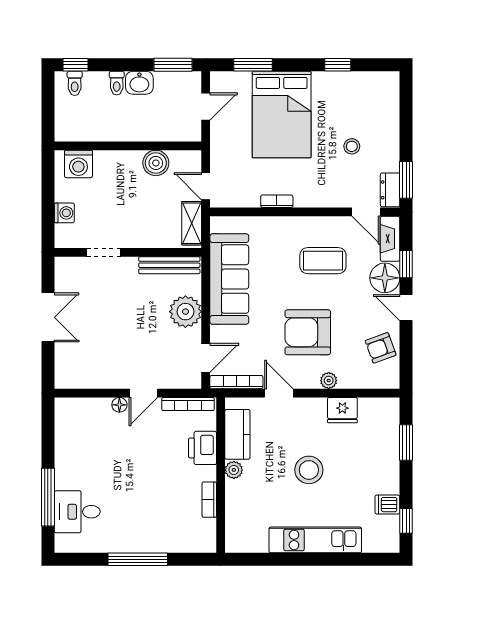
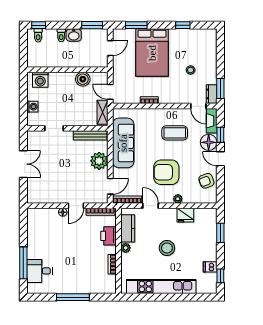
kitchen unit: (315, 540) -> (161, 286), width x1.36

